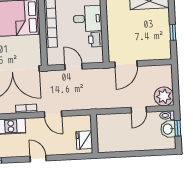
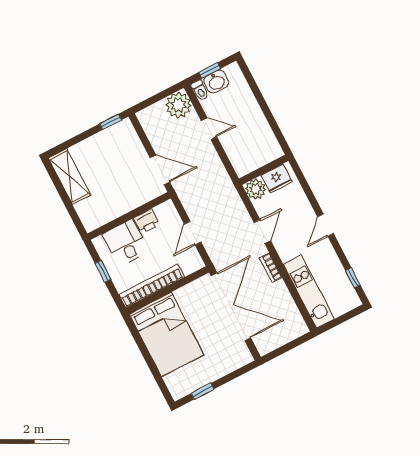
window: (173, 32) -> (111, 122), moved
plant: (84, 123) -> (256, 189), added

